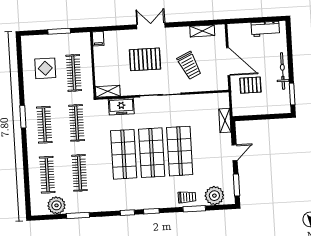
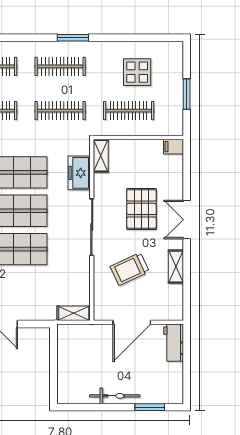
double door: (151, 26) -> (187, 220), swing flipped
workbench: (265, 29) -> (174, 343), moved
shelving: (202, 31) -> (176, 267), moved
pallet: (250, 85) -> (98, 351), removed
window: (292, 94) -> (150, 407), moved
shelving: (225, 121) -> (74, 313), moved

